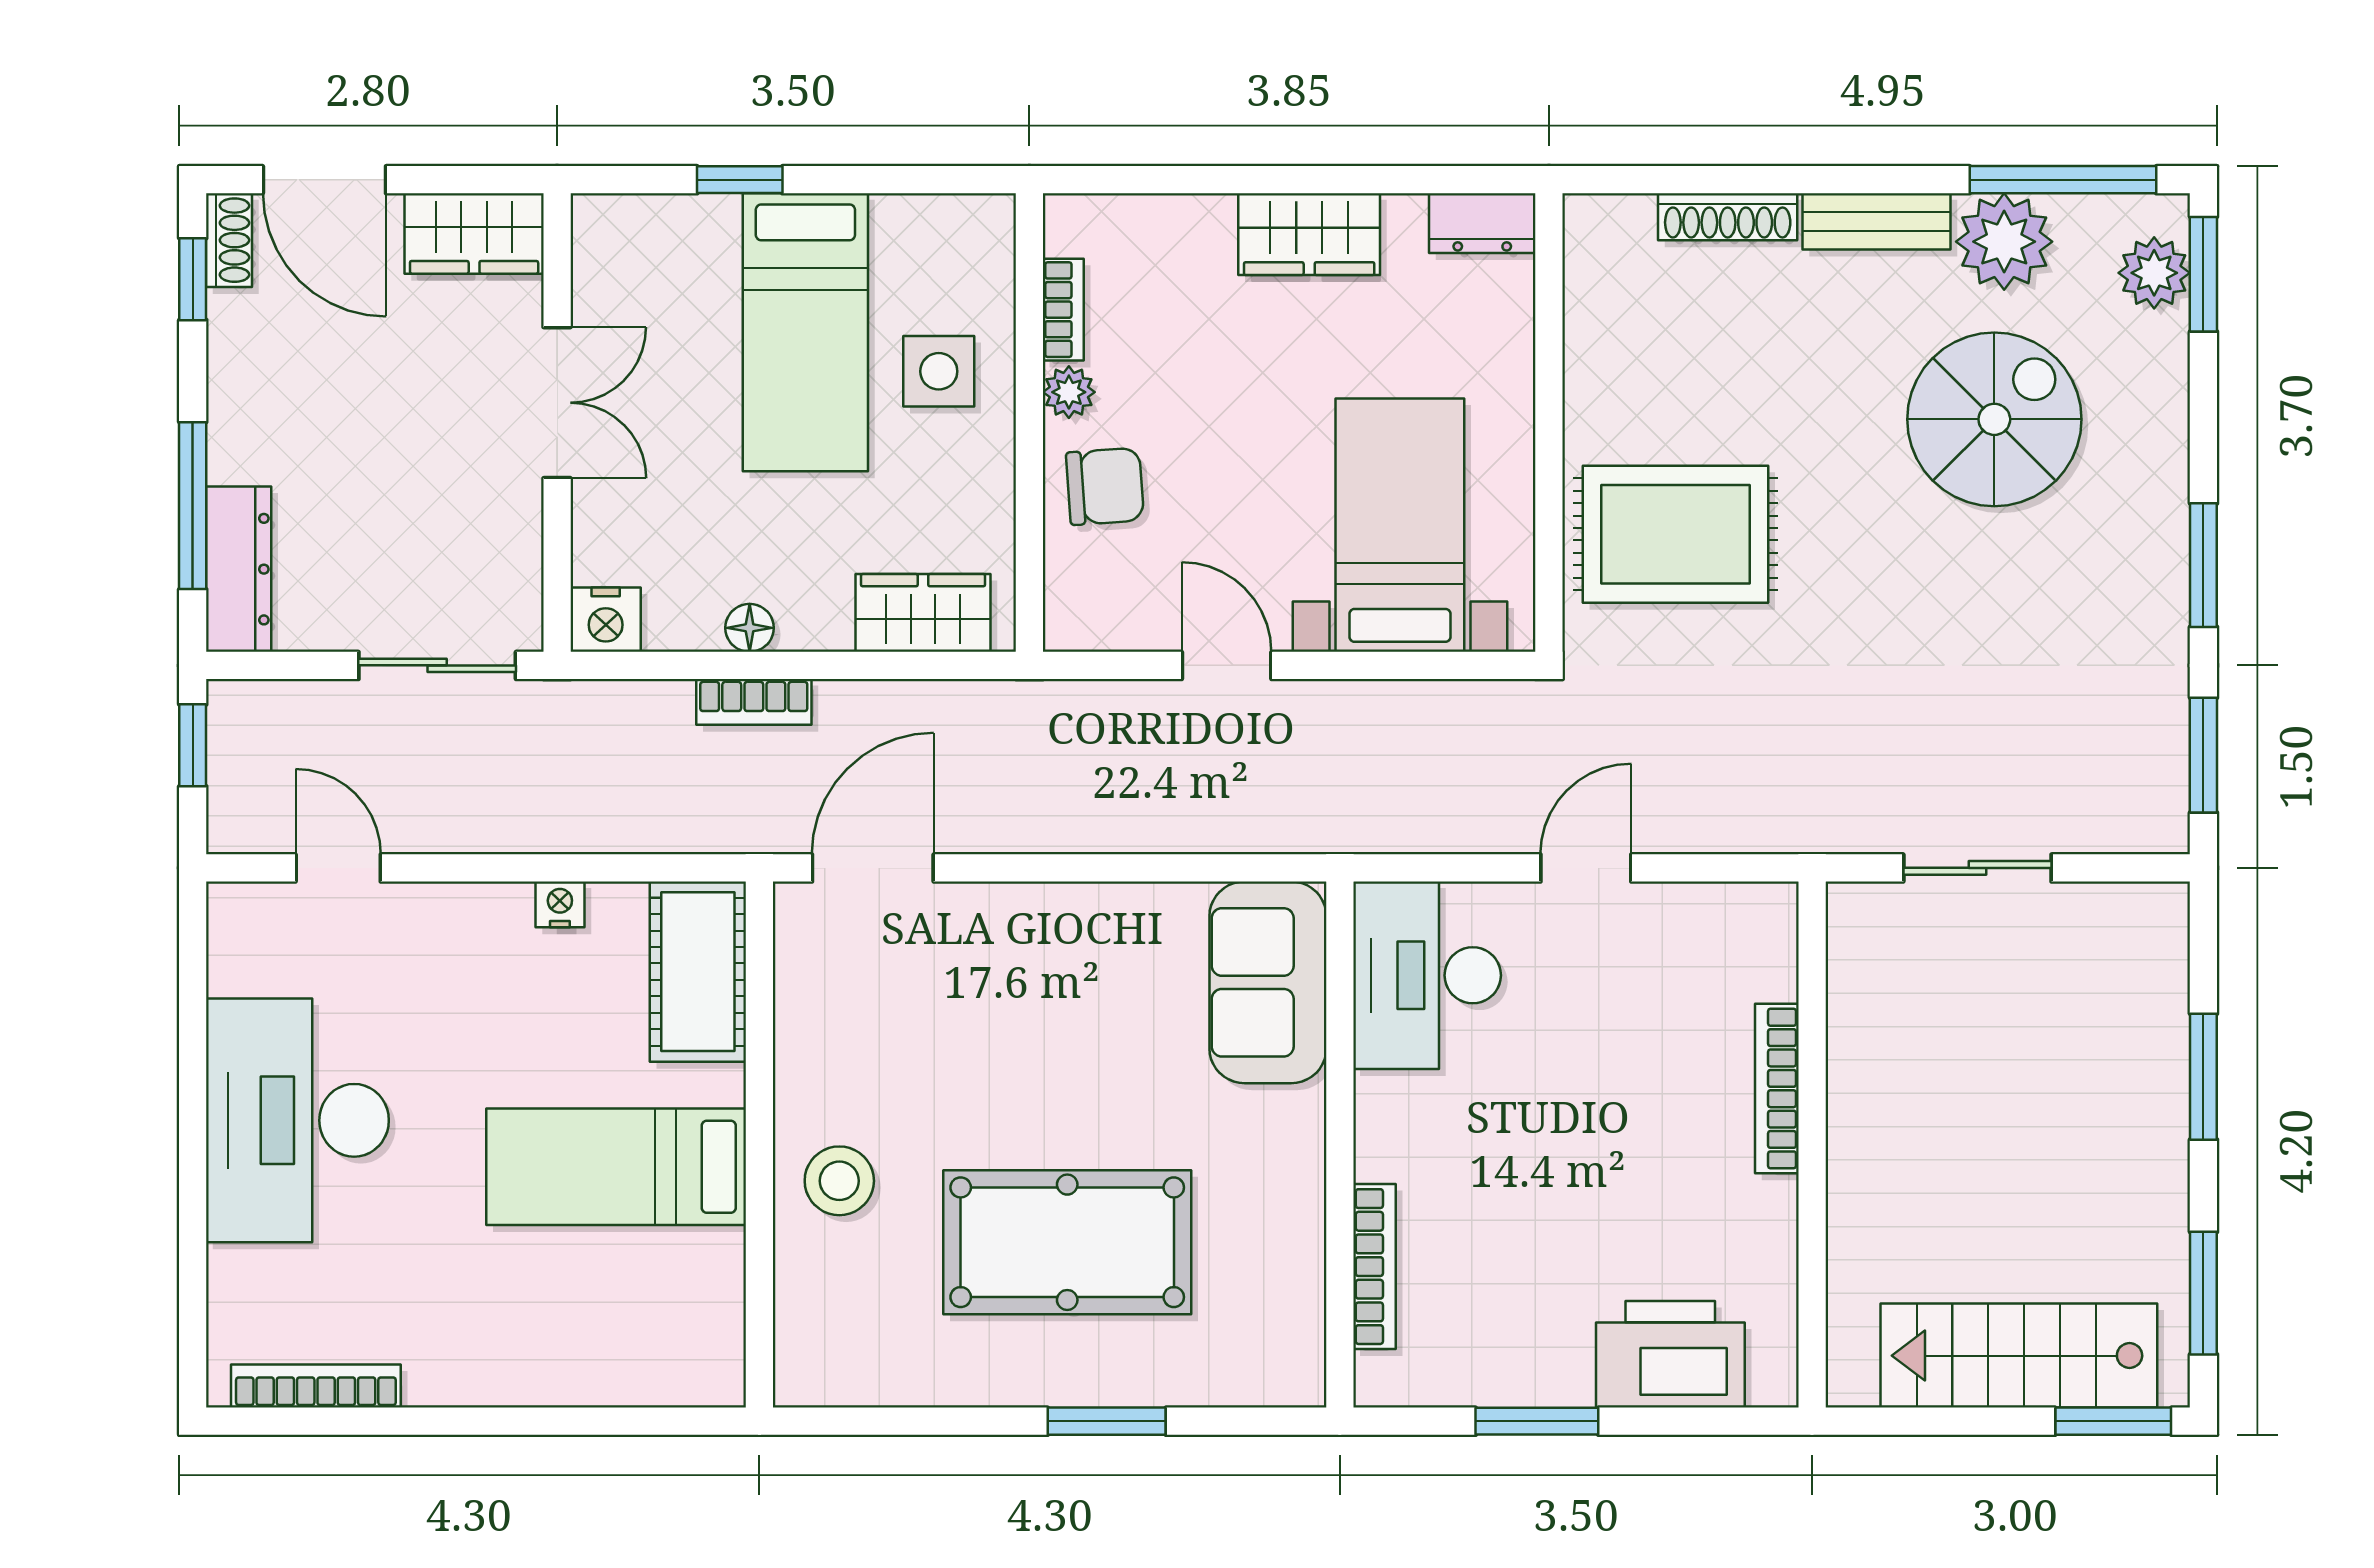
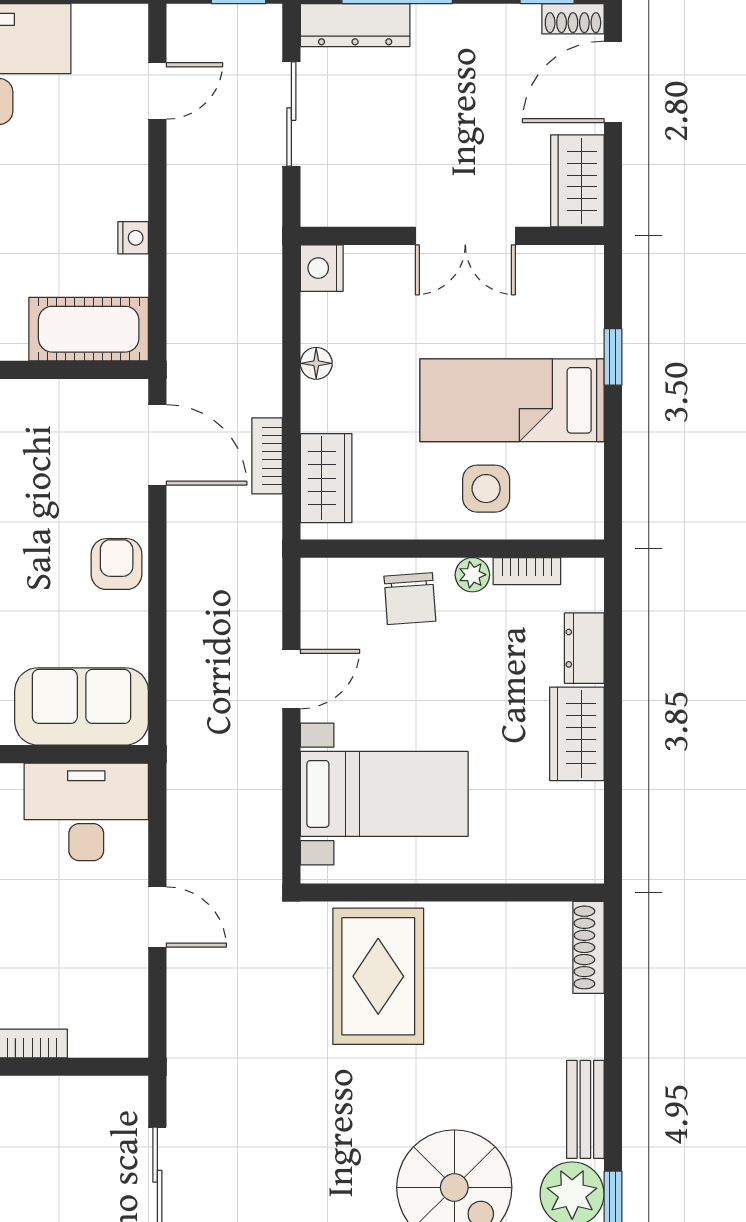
shoe rack: (1728, 217) -> (588, 947), moved
dresser: (1482, 223) -> (584, 648), moved
sliding door: (437, 665) -> (291, 114), moved
bookcase: (754, 702) -> (267, 456), moved
armchair: (1053, 930) -> (117, 564), added

